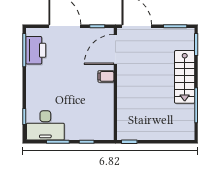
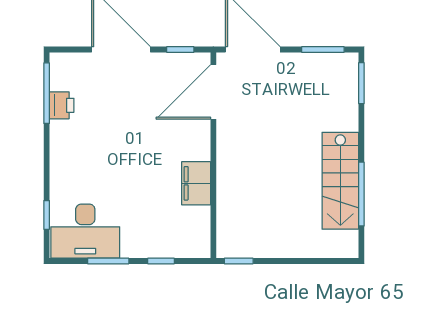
printer: (36, 50) -> (62, 105), width x0.53, depth x0.68
filing cabinet: (106, 76) -> (196, 183), moved, width x2.00
stairs: (185, 77) -> (340, 181), moved

